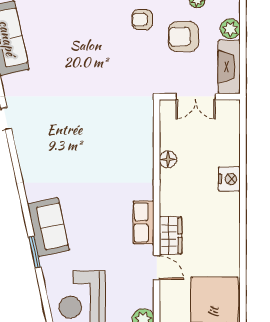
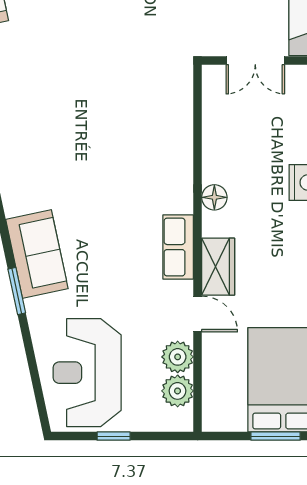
floor lamp: (168, 159) -> (214, 197), moved
plant: (143, 296) -> (178, 357), added

